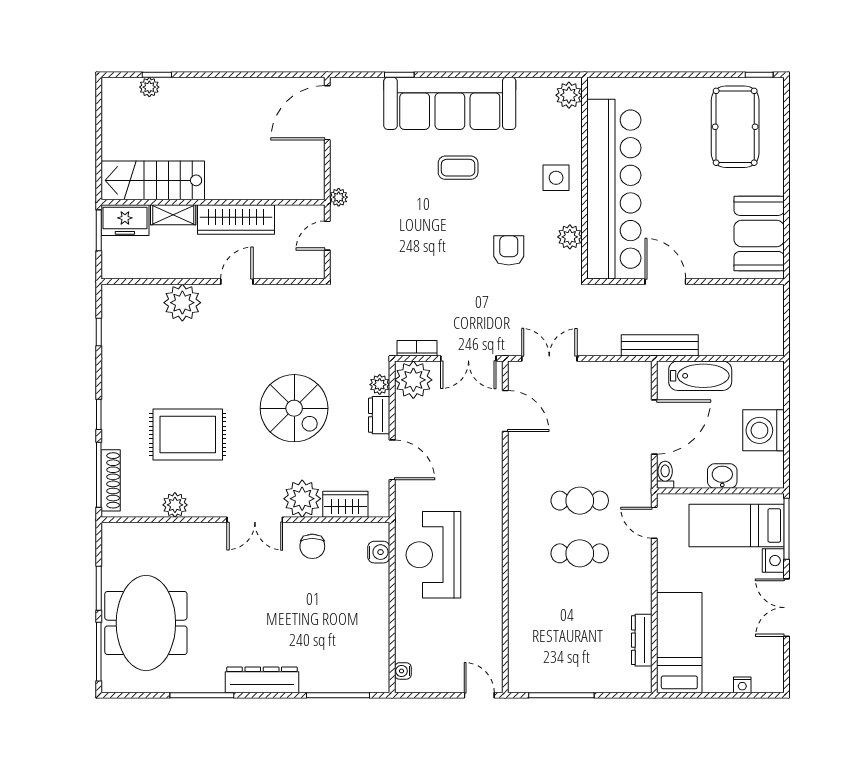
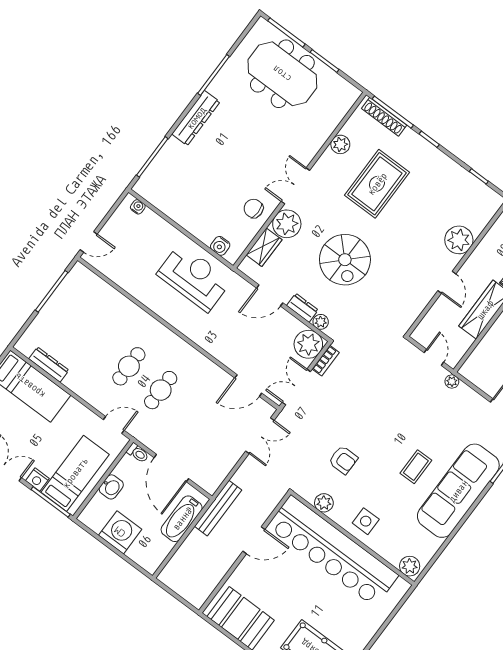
spiral stairs: (294, 408) -> (345, 260), turned -90

